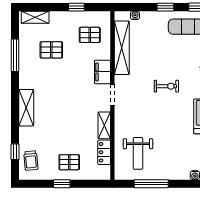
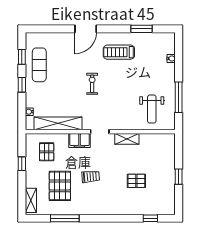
pallet: (51, 50) -> (60, 186), width x1.50, depth x1.42
shelving: (26, 108) -> (111, 208), removed
locker: (104, 152) -> (151, 139), removed
weight bench: (138, 153) -> (152, 109), turned 90
trolley: (31, 161) -> (91, 177), moved
pallet: (69, 162) -> (136, 181), moved, turned 90

